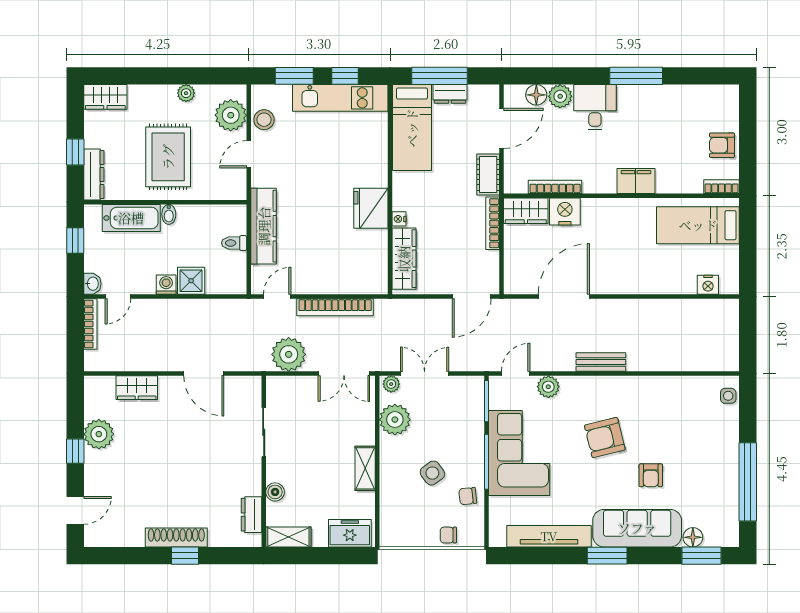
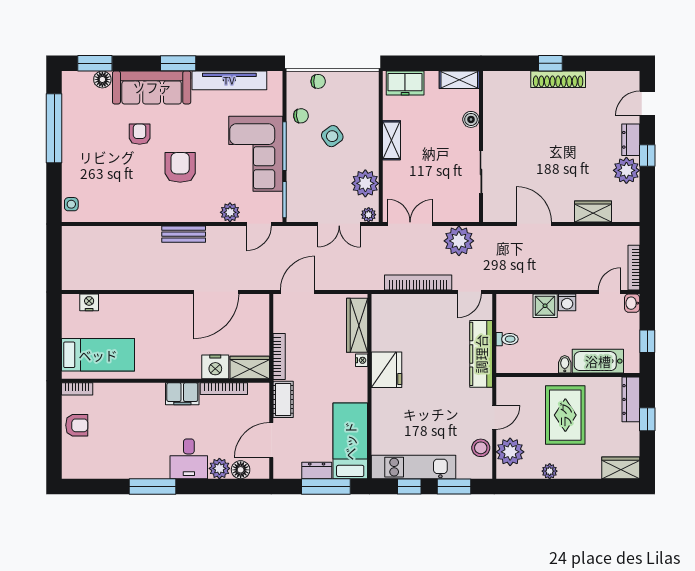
filing cabinet: (636, 181) -> (182, 394), moved
armchair: (605, 438) -> (180, 167), turned -76
dresser: (251, 515) -> (631, 140), moved, turned 180

